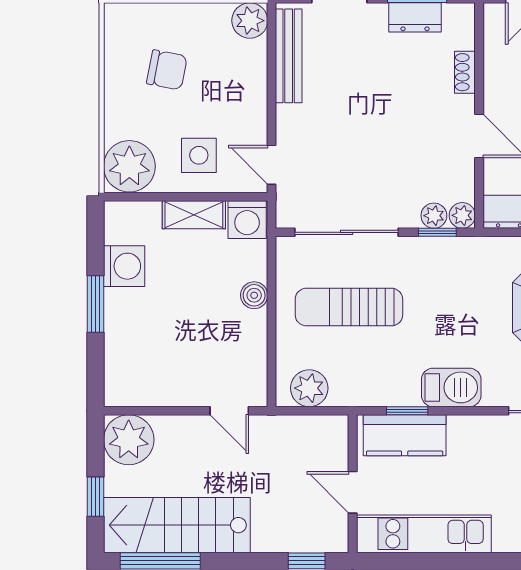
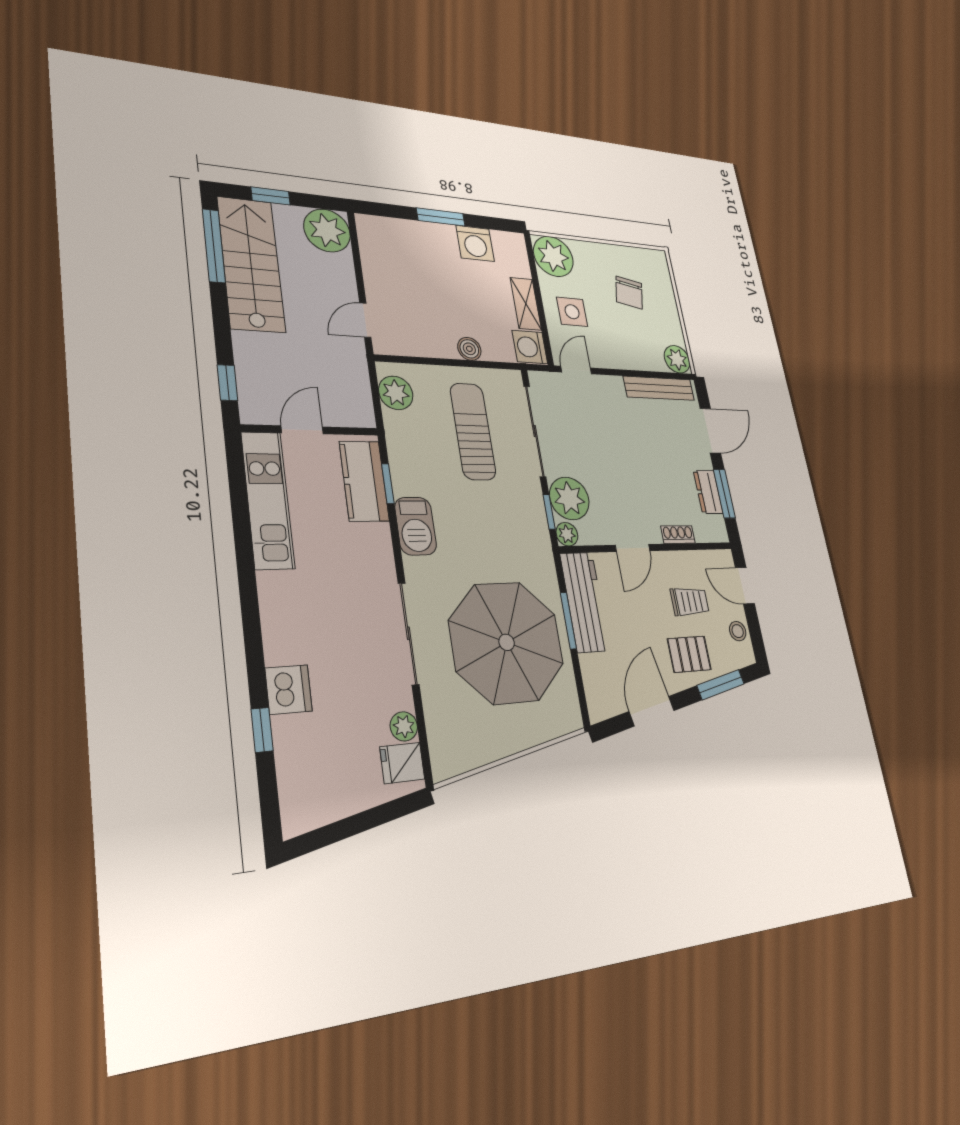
plant: (434, 216) -> (569, 498), width x1.87, depth x1.87

